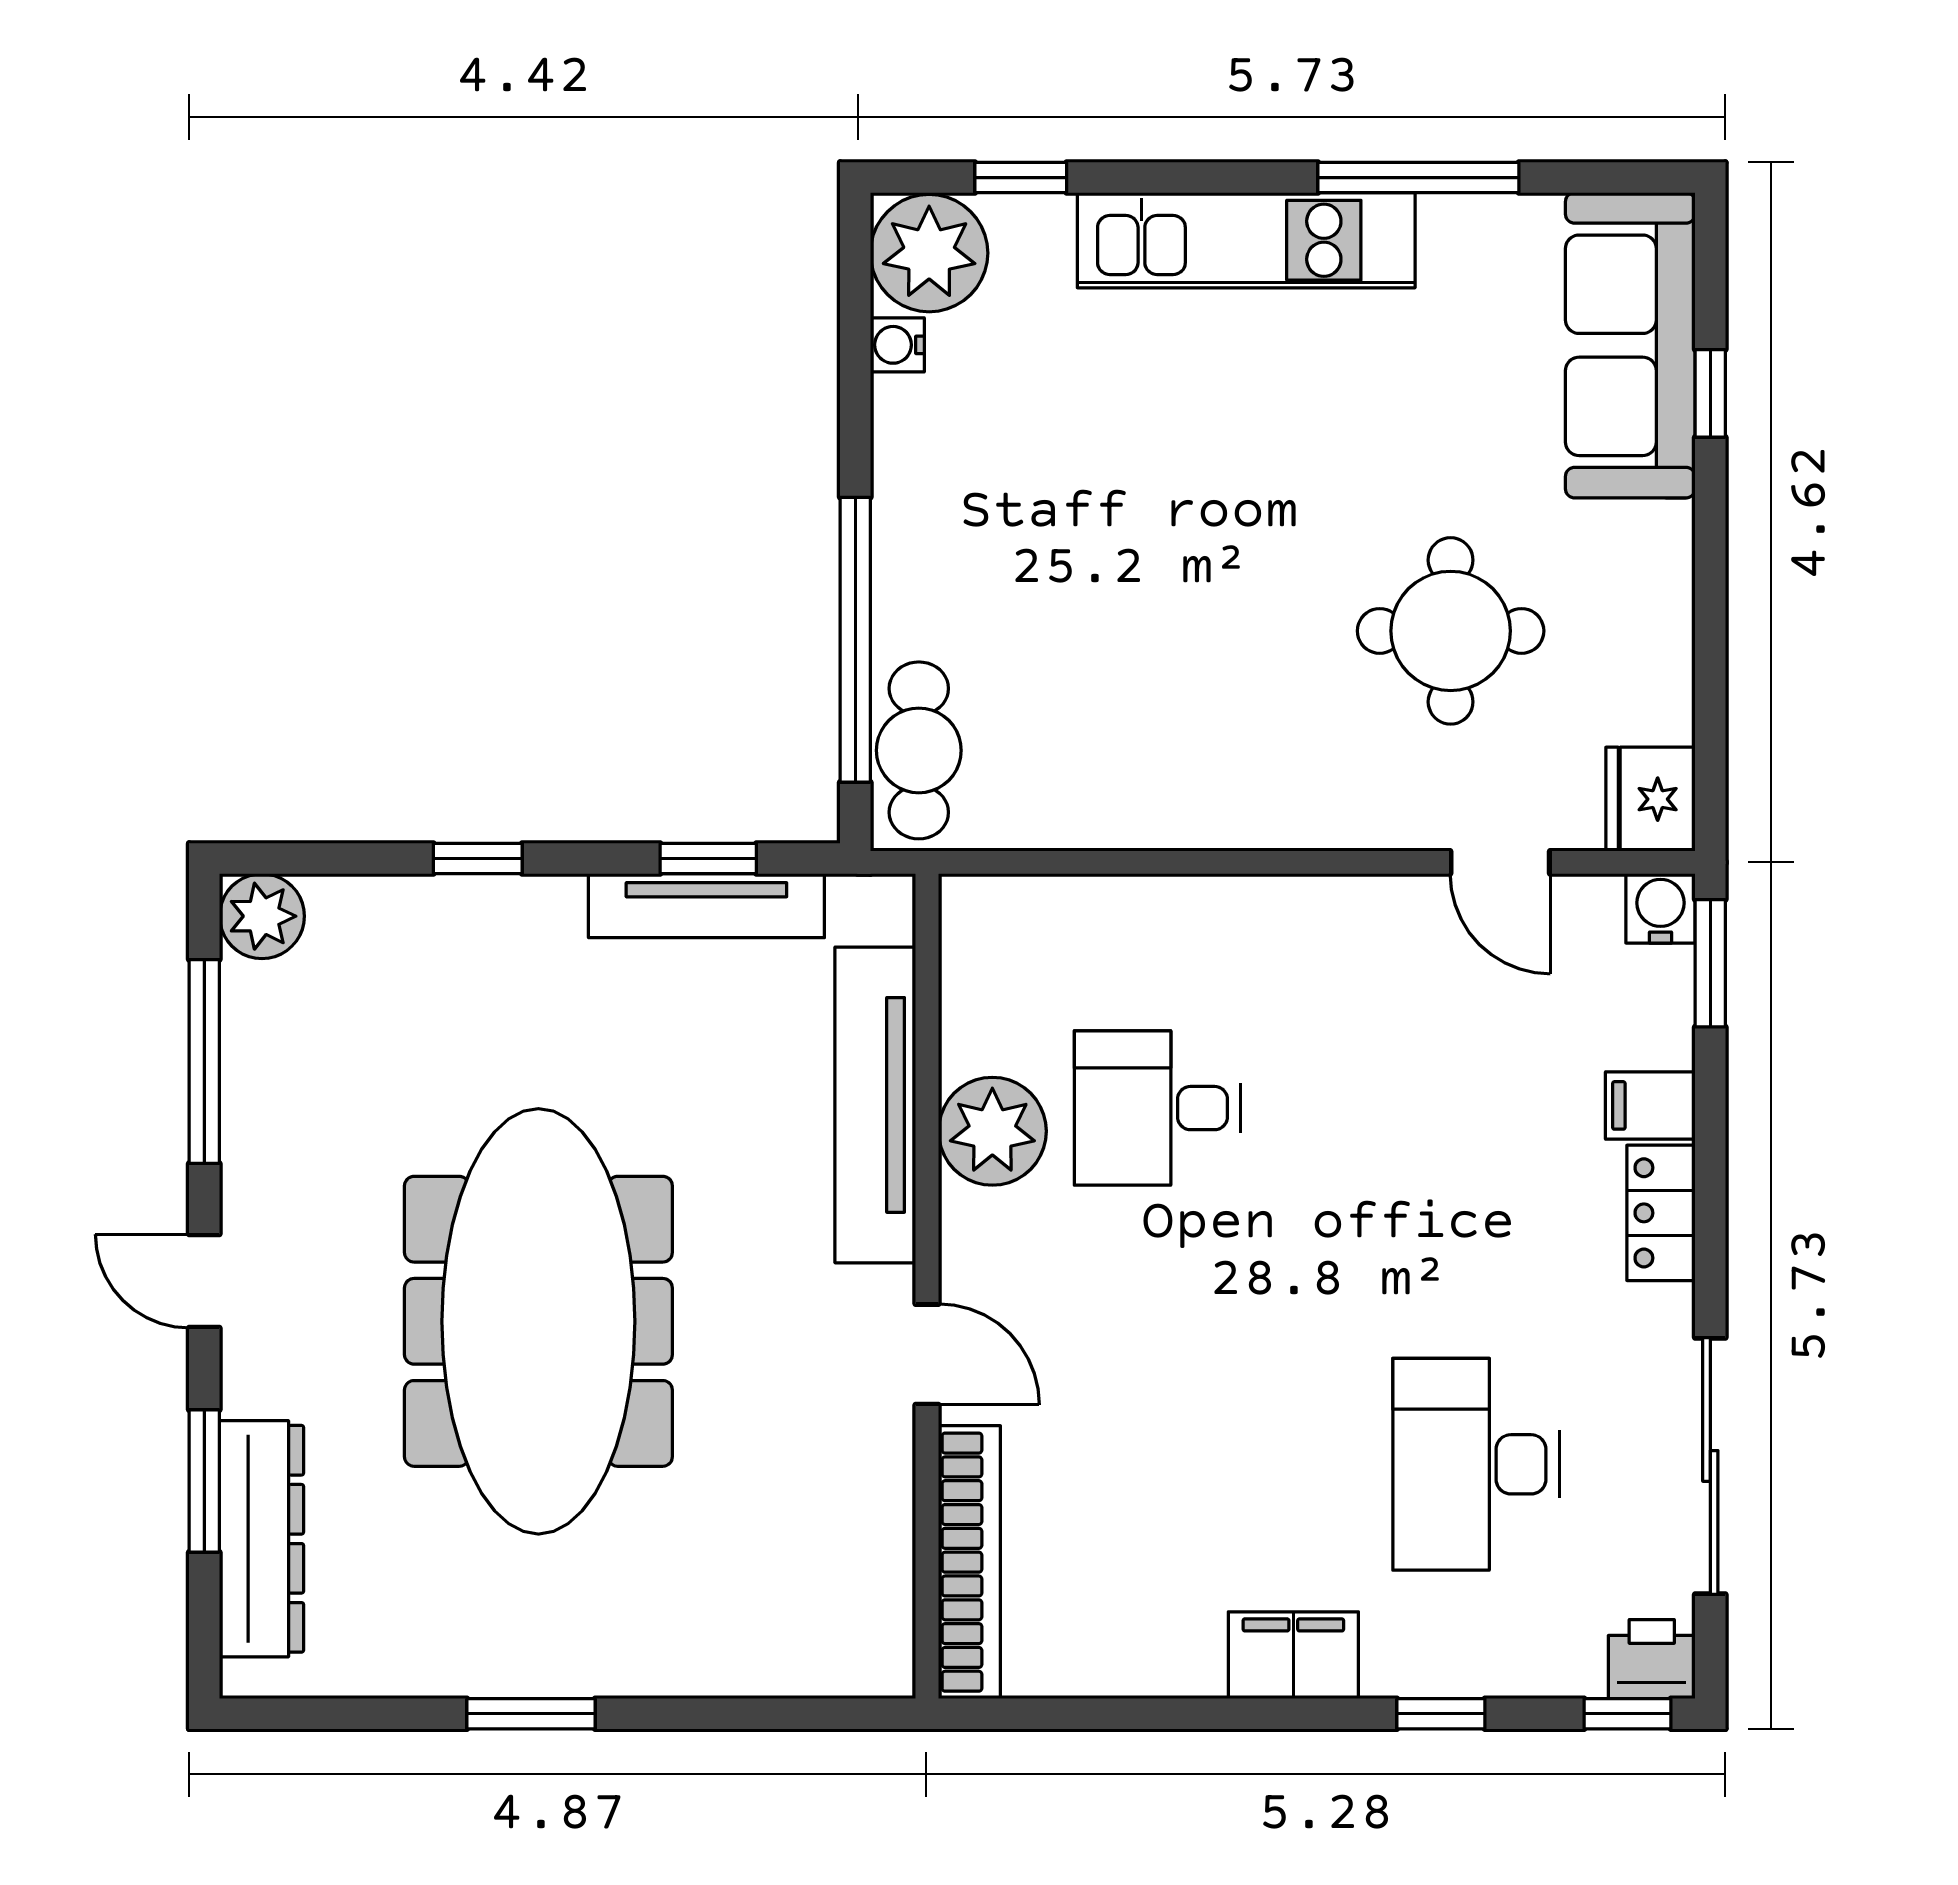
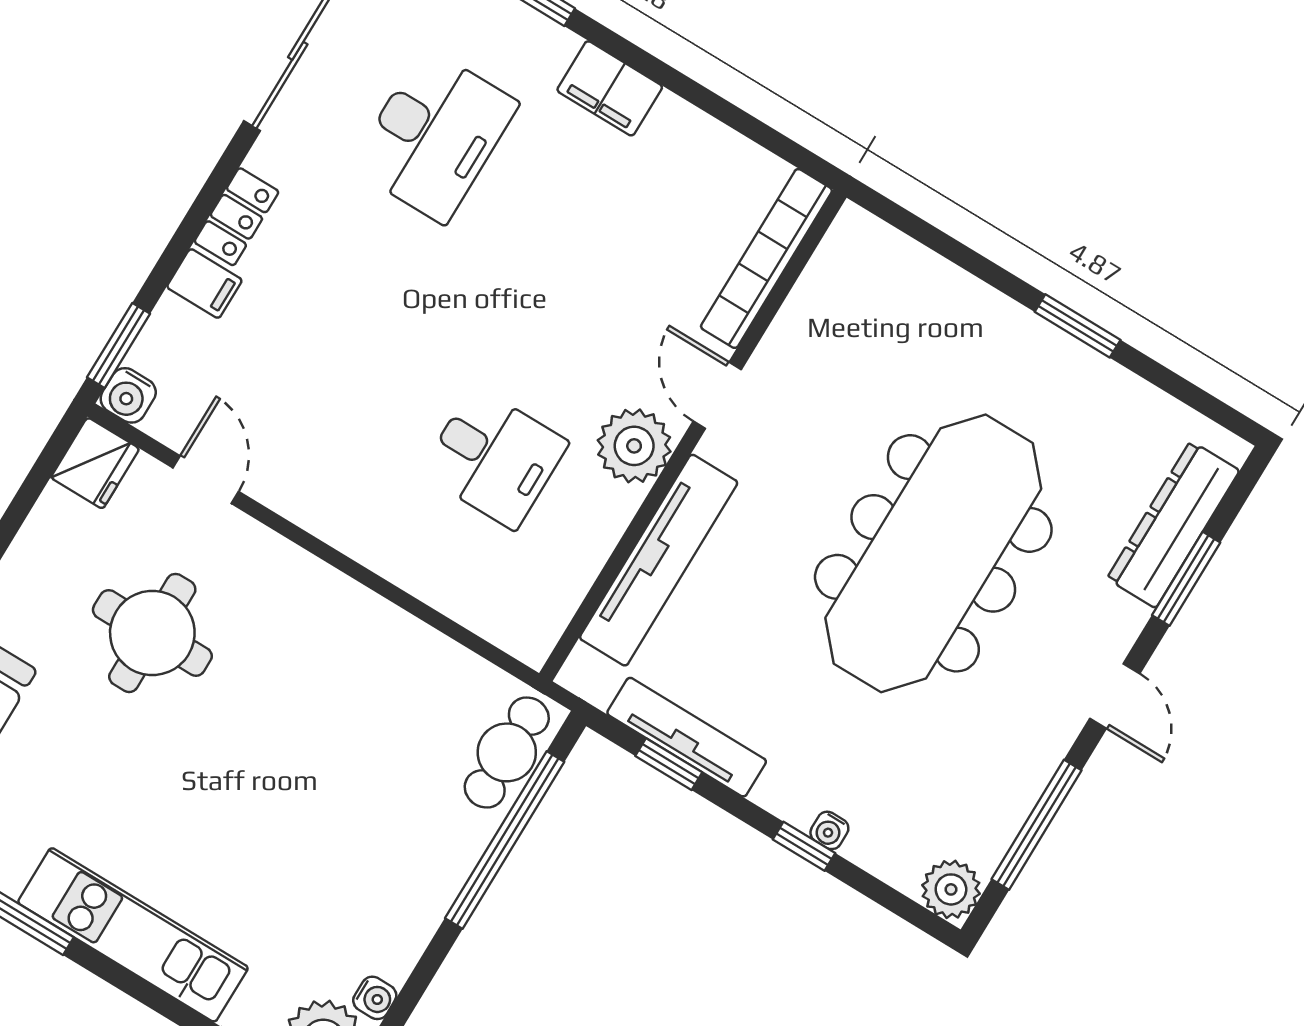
water cooler: (458, 898) -> (829, 830), added
plant: (992, 1131) -> (634, 446), moved

